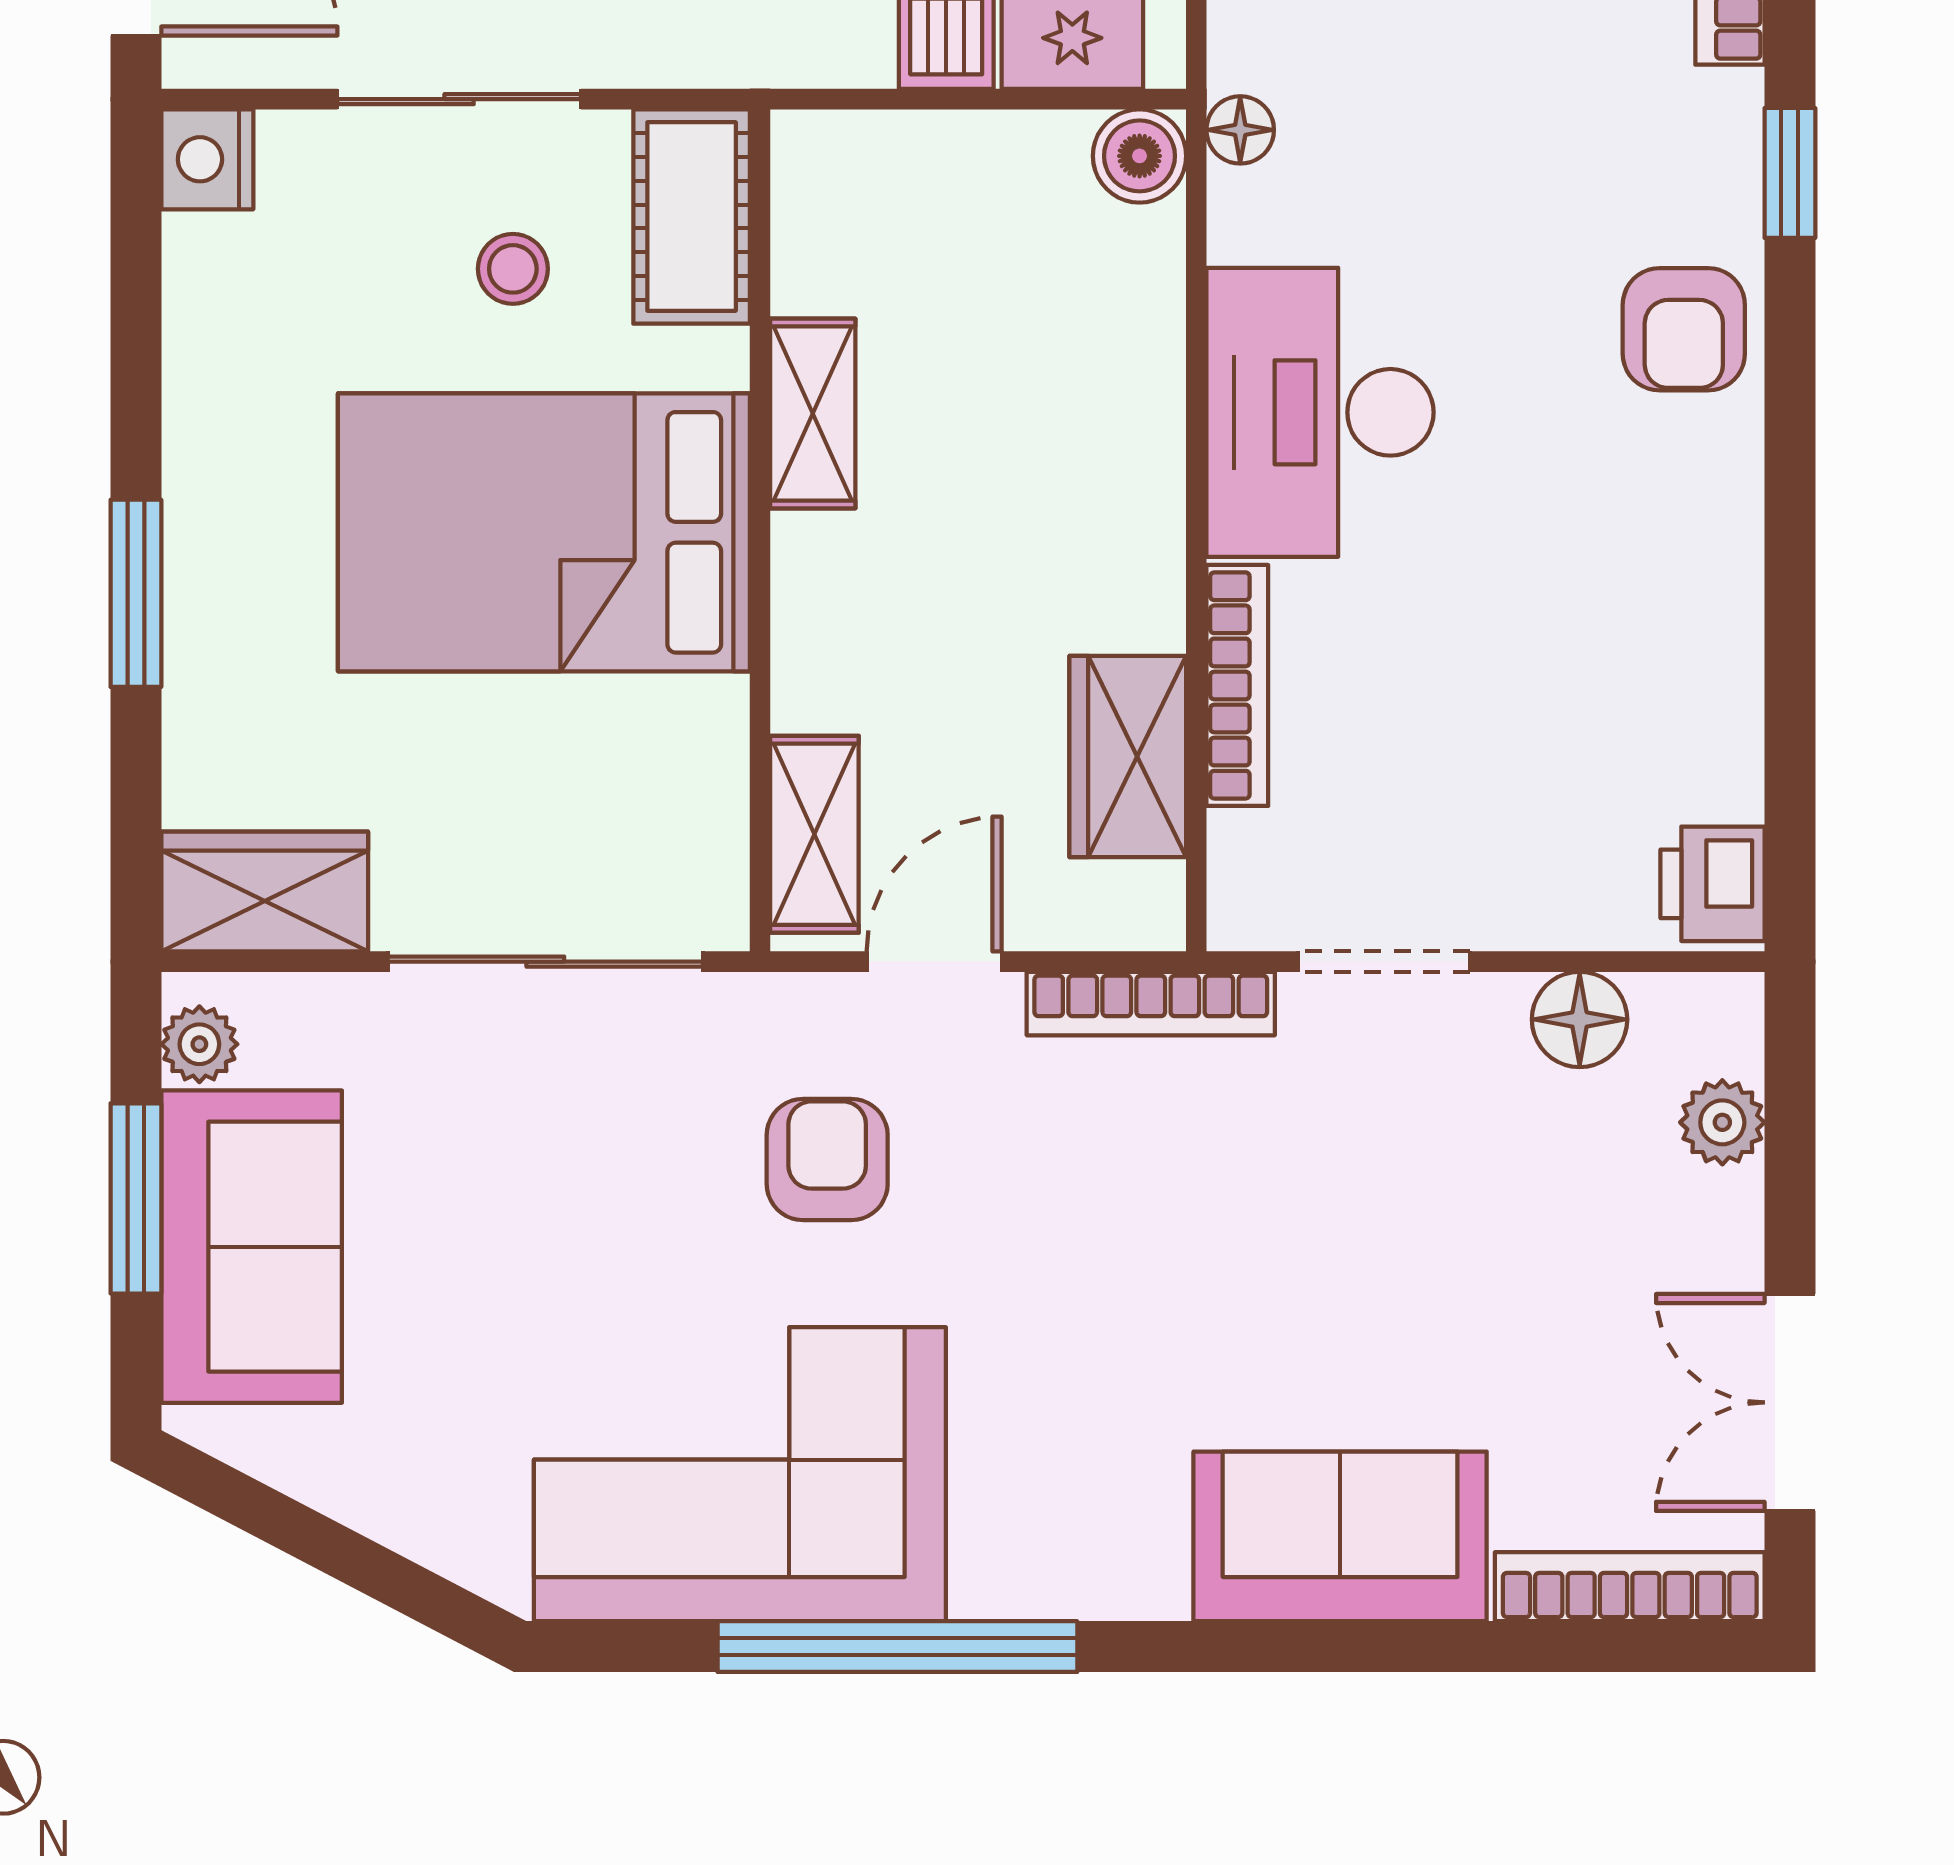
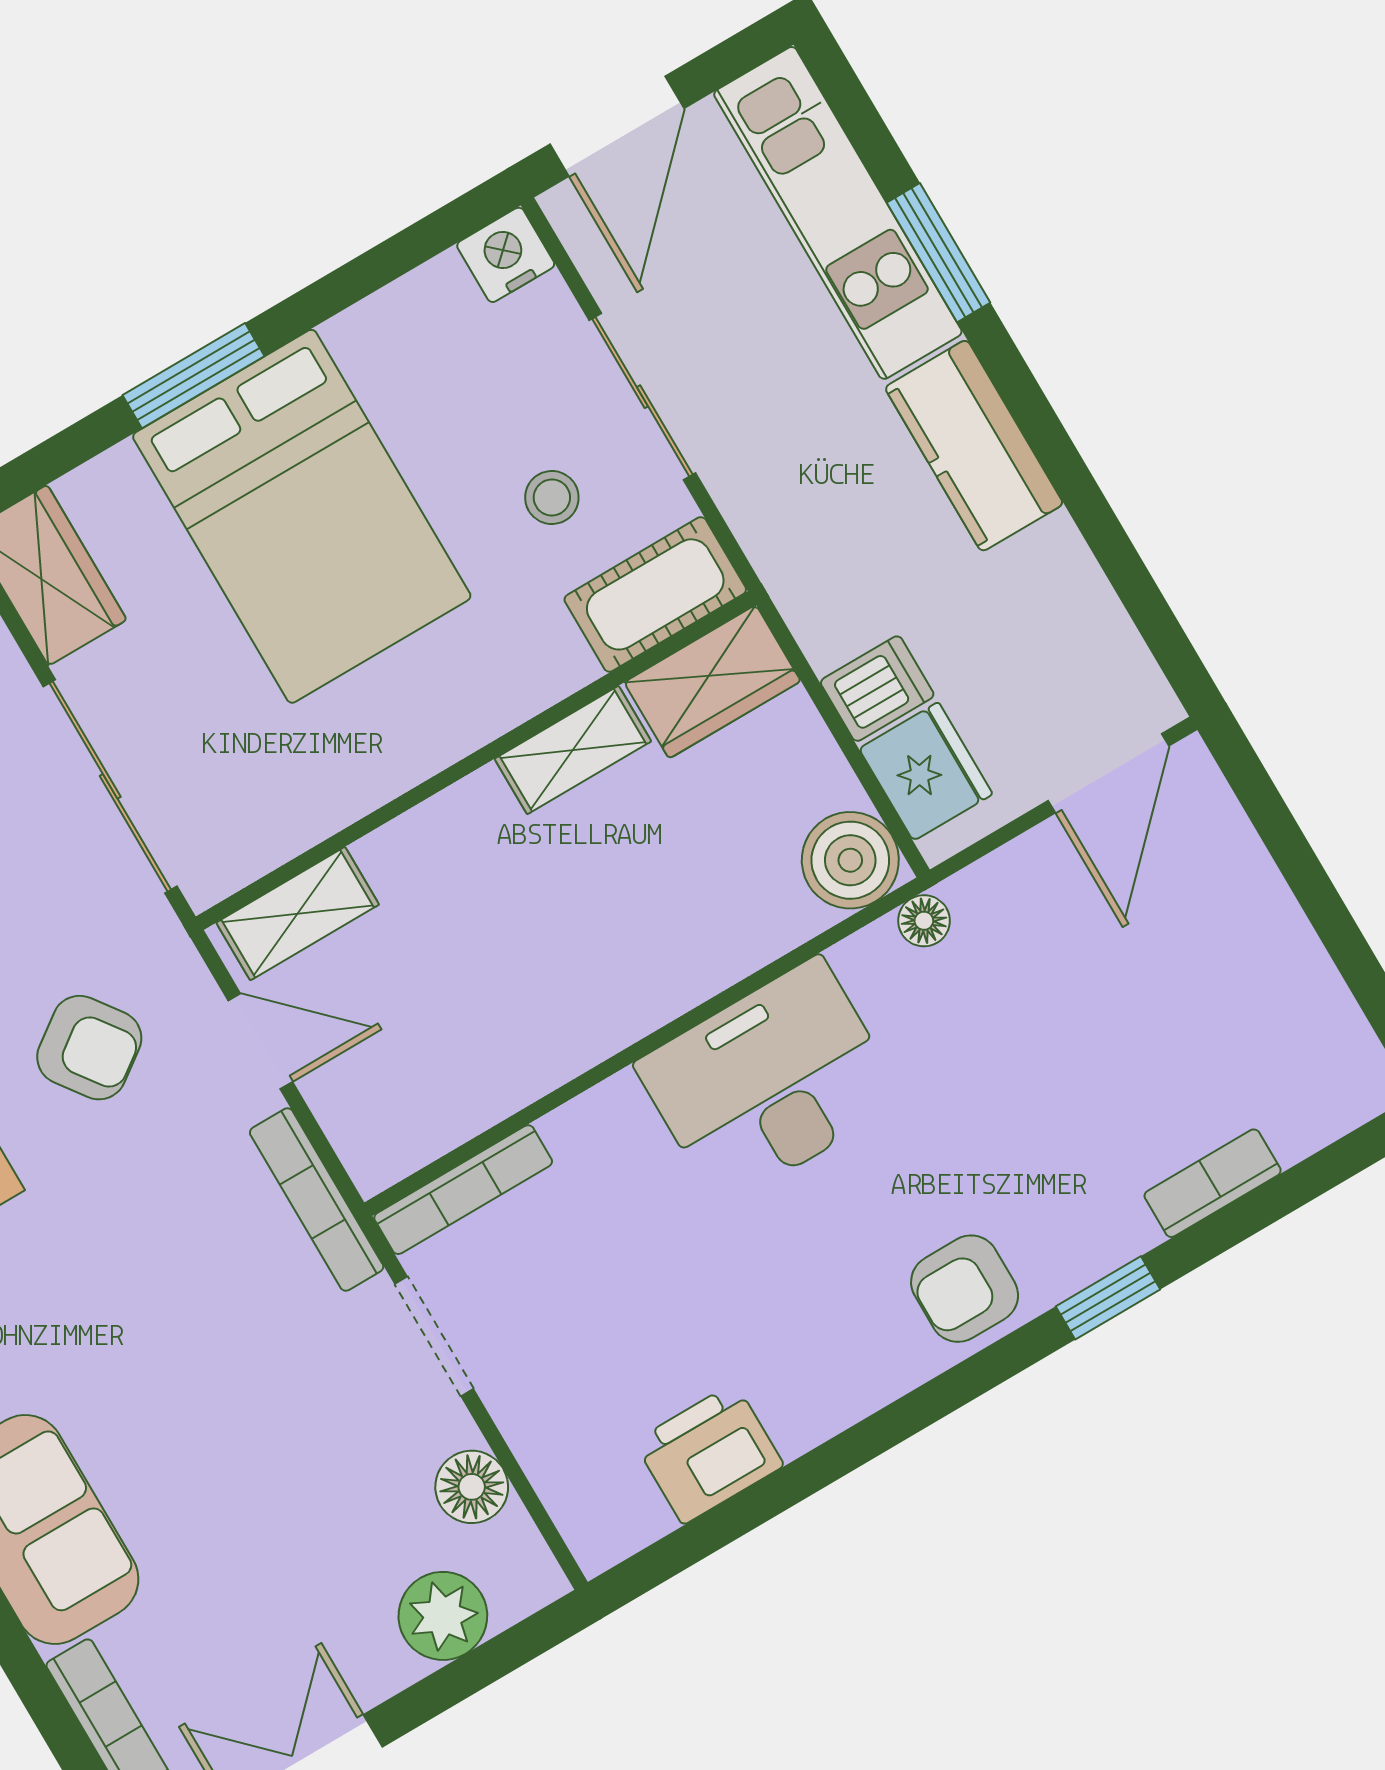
boiler: (1140, 156) -> (850, 860), width x1.36, depth x1.36
bed: (544, 532) -> (302, 516), moved, turned 180
bookcase: (1237, 685) -> (463, 1190), moved
wardrobe: (1128, 757) -> (712, 682), moved, turned 180
printer: (1713, 884) -> (709, 1454), moved, width x1.36, depth x1.24
plant: (1722, 1122) -> (443, 1616), width x1.38, depth x1.38
armchair: (827, 1160) -> (89, 1048), turned 54

